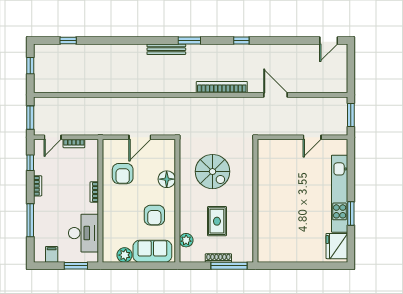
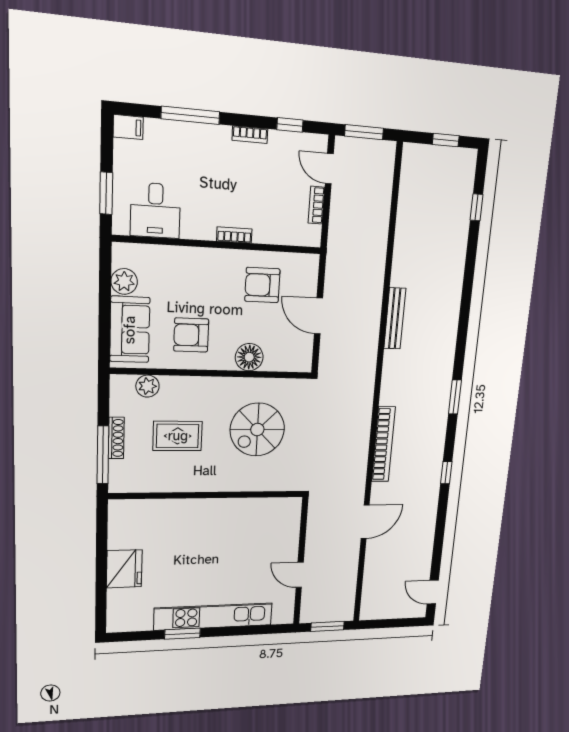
bench: (166, 49) -> (395, 318), moved
desk: (83, 233) -> (155, 210), width x0.73
fridge: (337, 246) -> (124, 569), moved, turned 90
filing cabinet: (52, 254) -> (128, 127), moved

